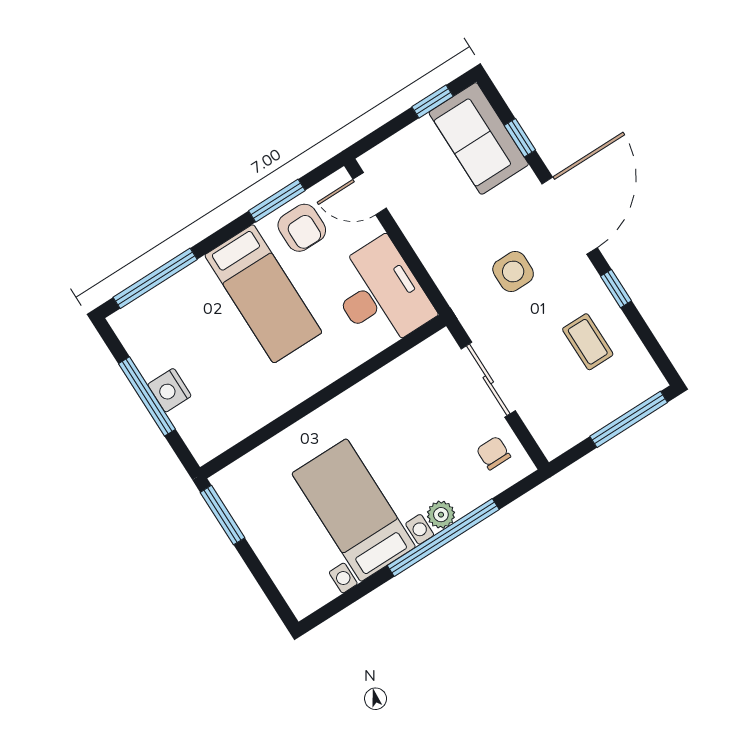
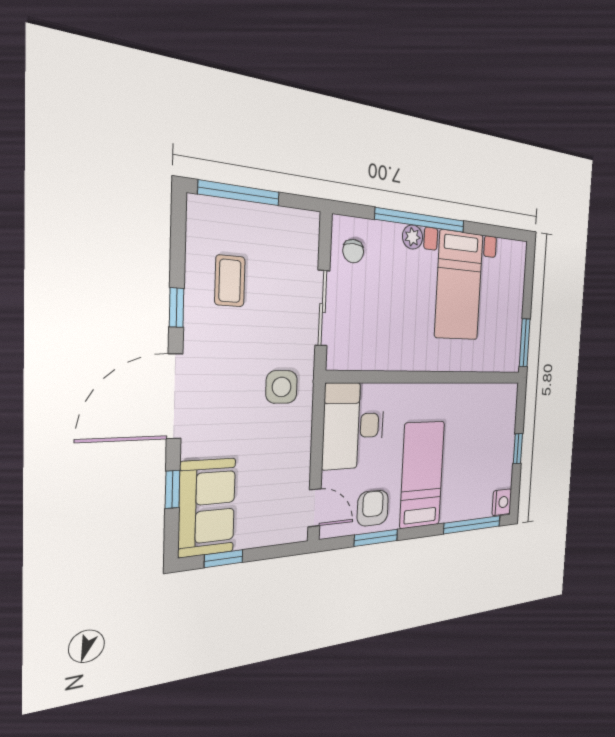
side table: (513, 272) -> (282, 387), moved
nightstand: (169, 390) -> (502, 502), moved
window: (147, 396) -> (518, 449), width x0.46

